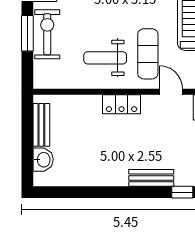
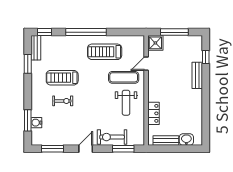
window: (27, 33) -> (123, 149), moved
locker: (122, 104) -> (154, 113), moved

